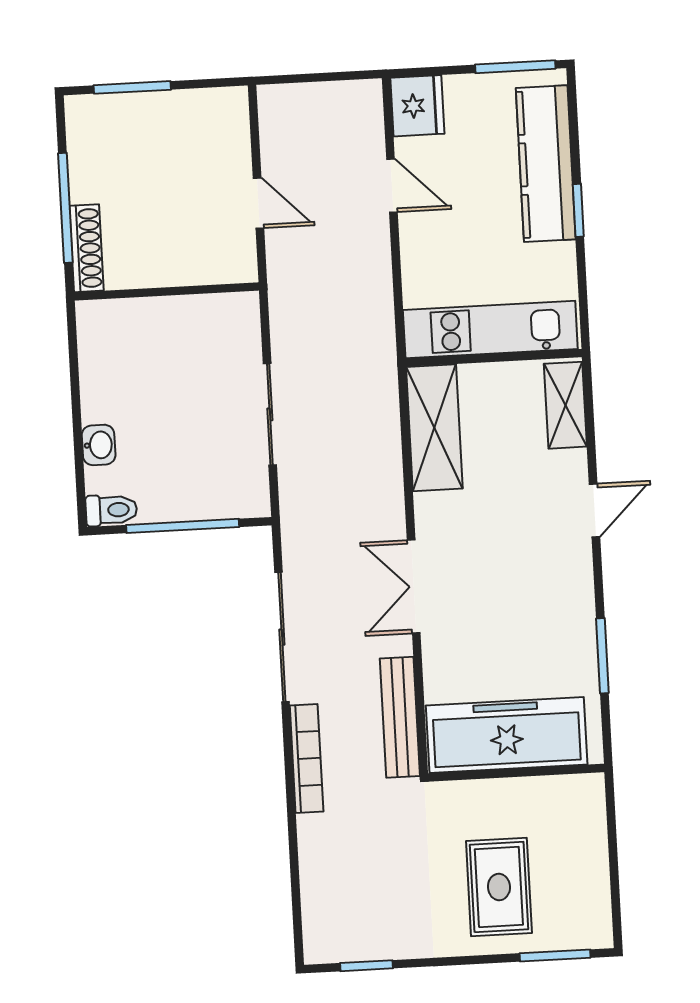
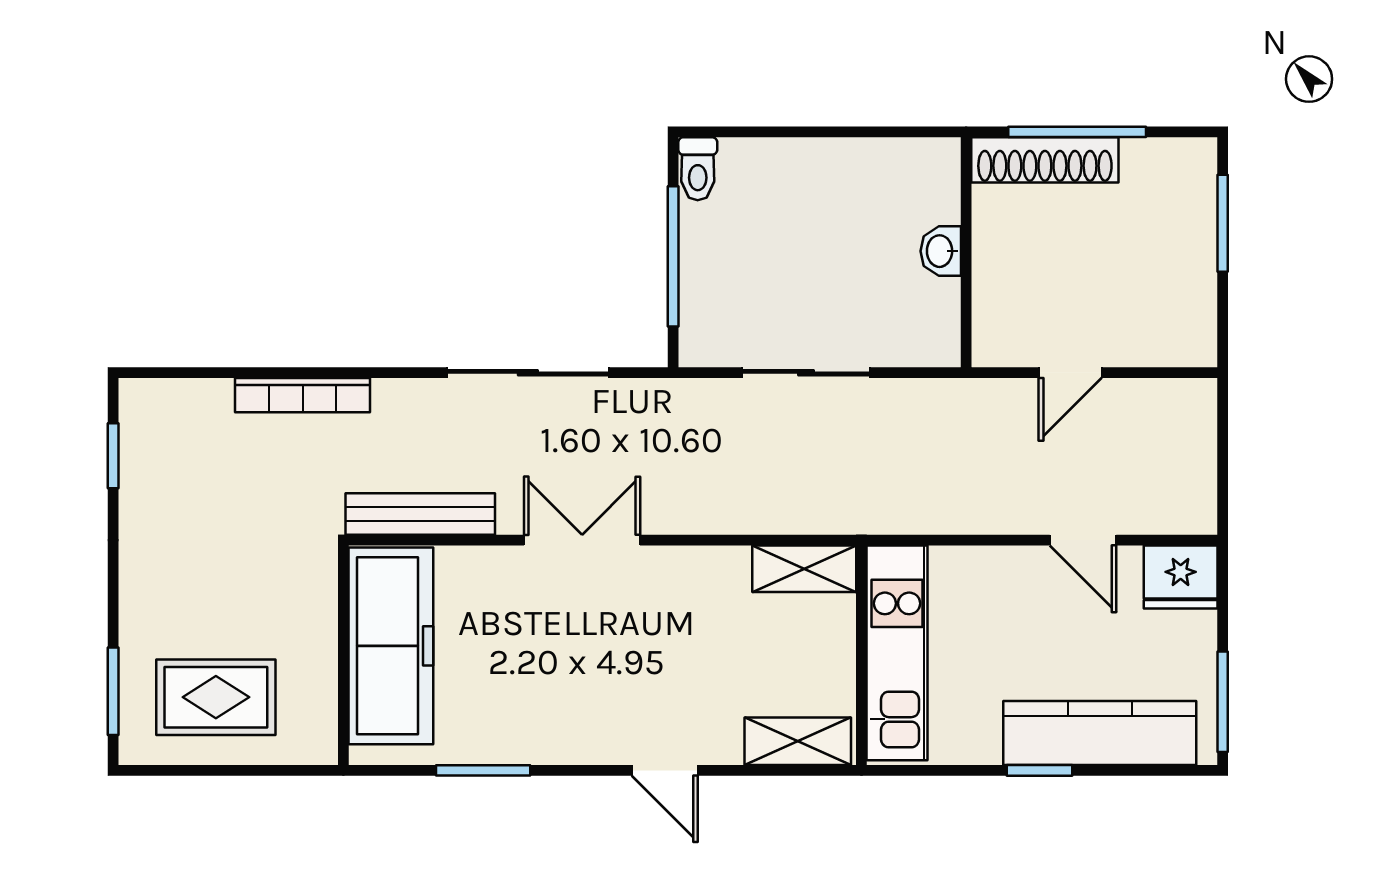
door: (392, 186) -> (1083, 540), hinge flipped
shoe rack: (87, 248) -> (1045, 160), width x1.36, depth x1.24
shelving: (434, 428) -> (804, 569), width x0.67, depth x0.75
washbasin: (99, 445) -> (941, 251), moved, turned 90
bookcase: (307, 758) -> (303, 395), moved
rug: (499, 887) -> (216, 697), moved

